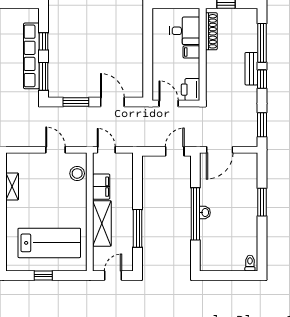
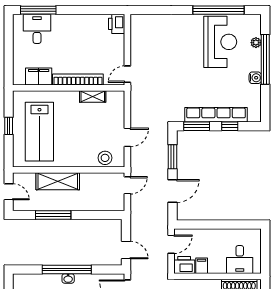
filing cabinet: (191, 52) -> (202, 266), moved
filing cabinet: (101, 187) -> (93, 181), removed

